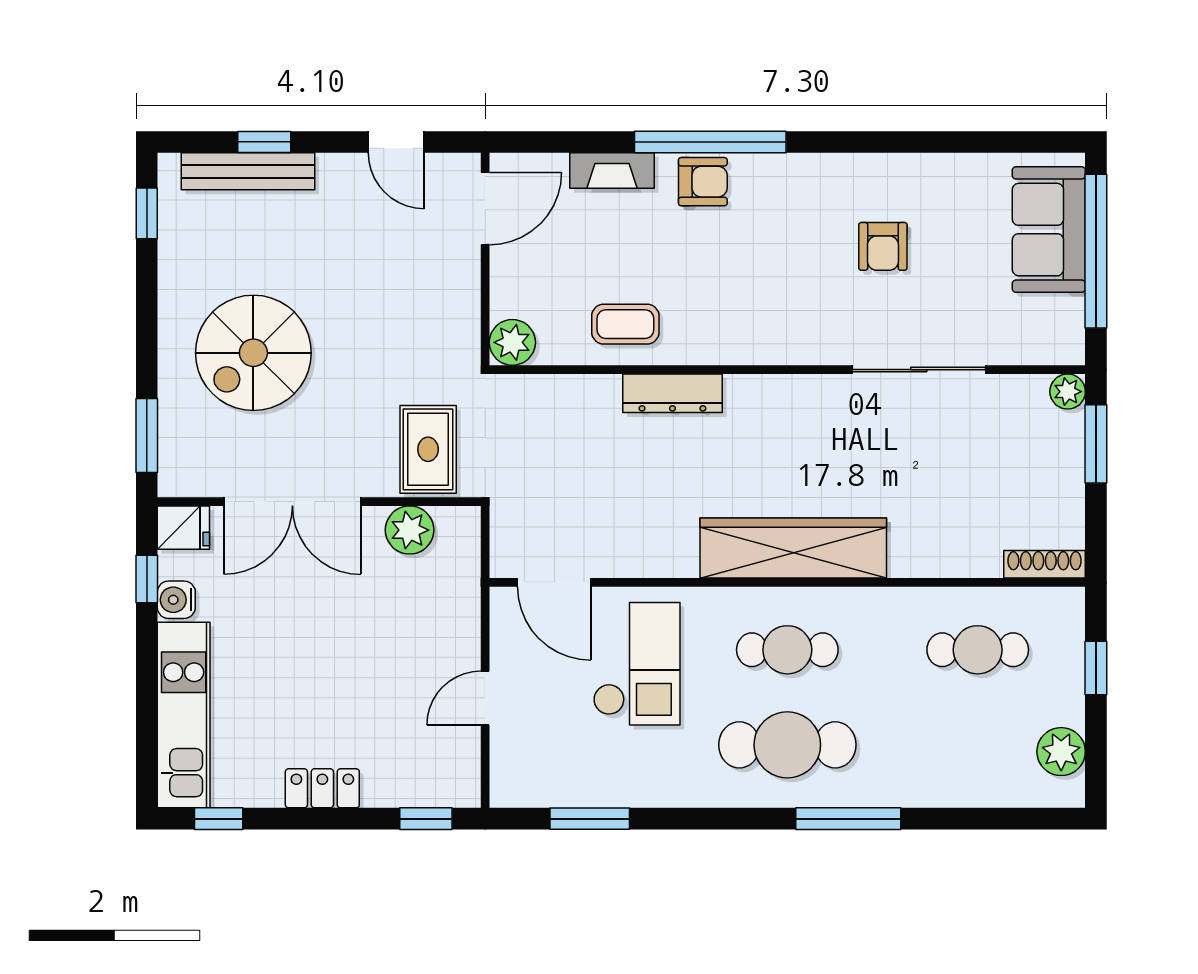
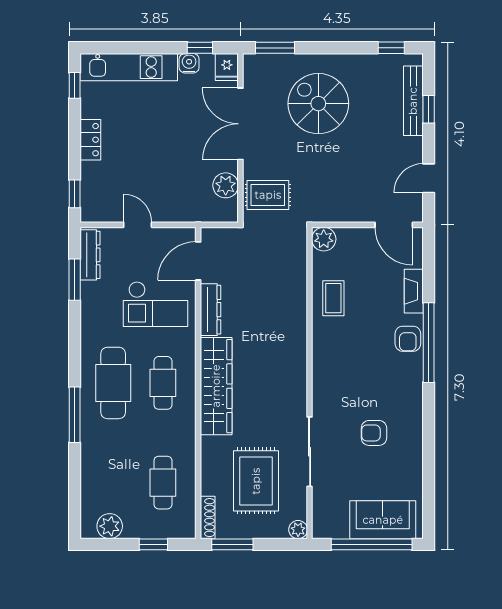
dresser: (672, 393) -> (211, 310), moved, turned 180
window: (1096, 444) -> (232, 544), moved
rug: (975, 472) -> (256, 481), added
dresser: (543, 789) -> (90, 255), added

